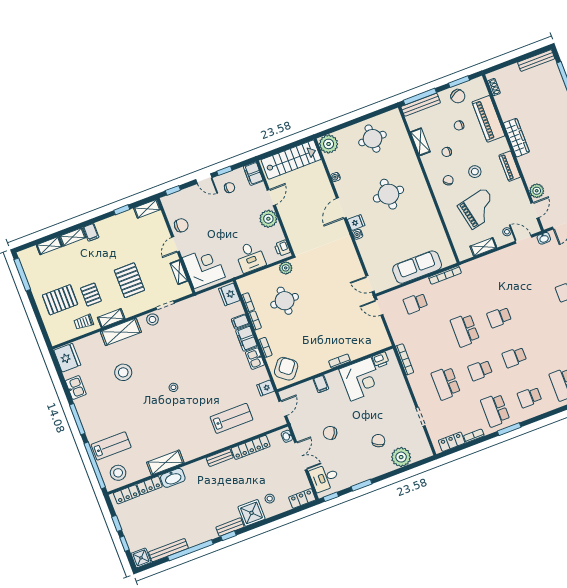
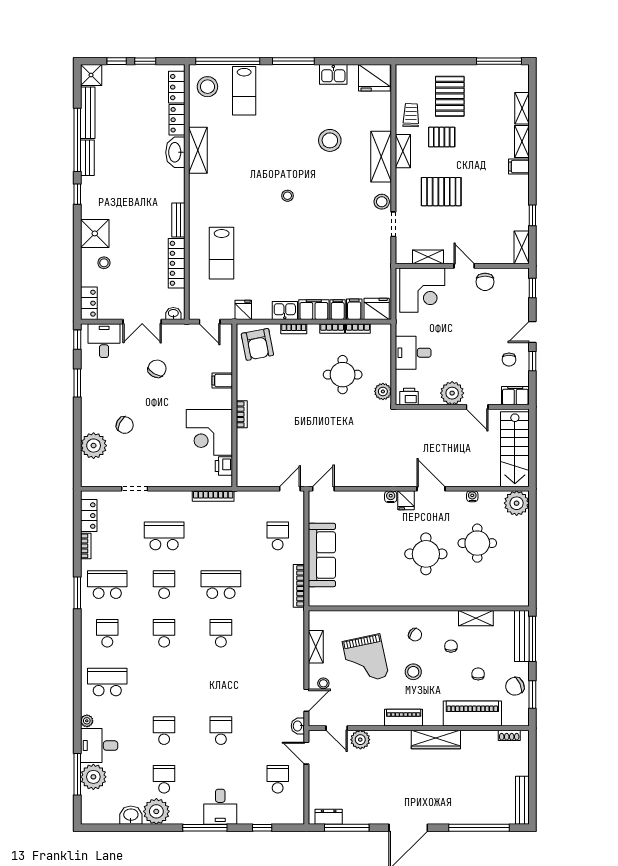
round table: (372, 139) -> (477, 543), moved
filing cabinet: (235, 310) -> (354, 309), added
armchair: (286, 369) -> (257, 344), turned 41
bench: (230, 527) -> (87, 158), moved

